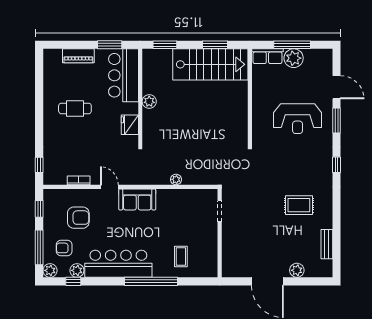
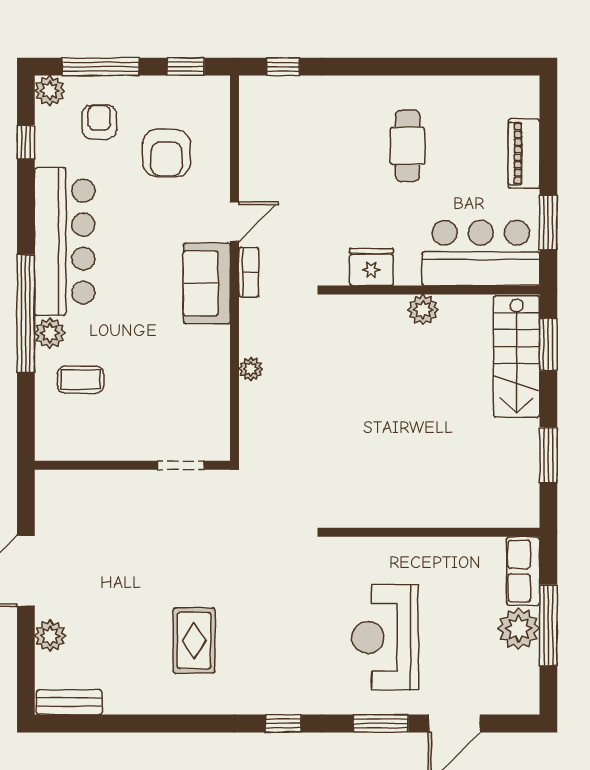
stairs: (210, 64) -> (517, 357), moved, width x0.73, depth x0.66
bookcase: (79, 180) -> (249, 272), moved
bench: (327, 244) -> (69, 702), moved
plant: (77, 270) -> (50, 333), moved

